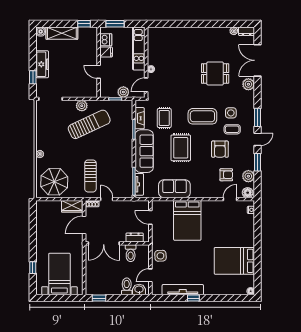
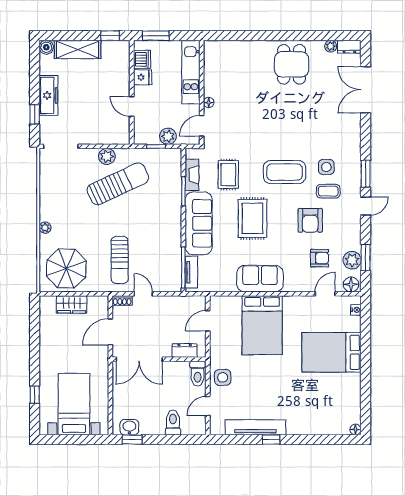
dining table: (215, 73) -> (292, 64), moved, turned 90
plant: (248, 84) -> (352, 125), removed
window: (258, 162) -> (366, 257), moved
sofa: (174, 189) -> (260, 279), moved
wardrobe: (72, 206) -> (72, 304), moved
door: (150, 217) -> (208, 321), hinge flipped
toilet: (131, 253) -> (198, 374), moved
bed: (234, 261) -> (331, 352), moved
washbasin: (139, 290) -> (129, 427), moved

